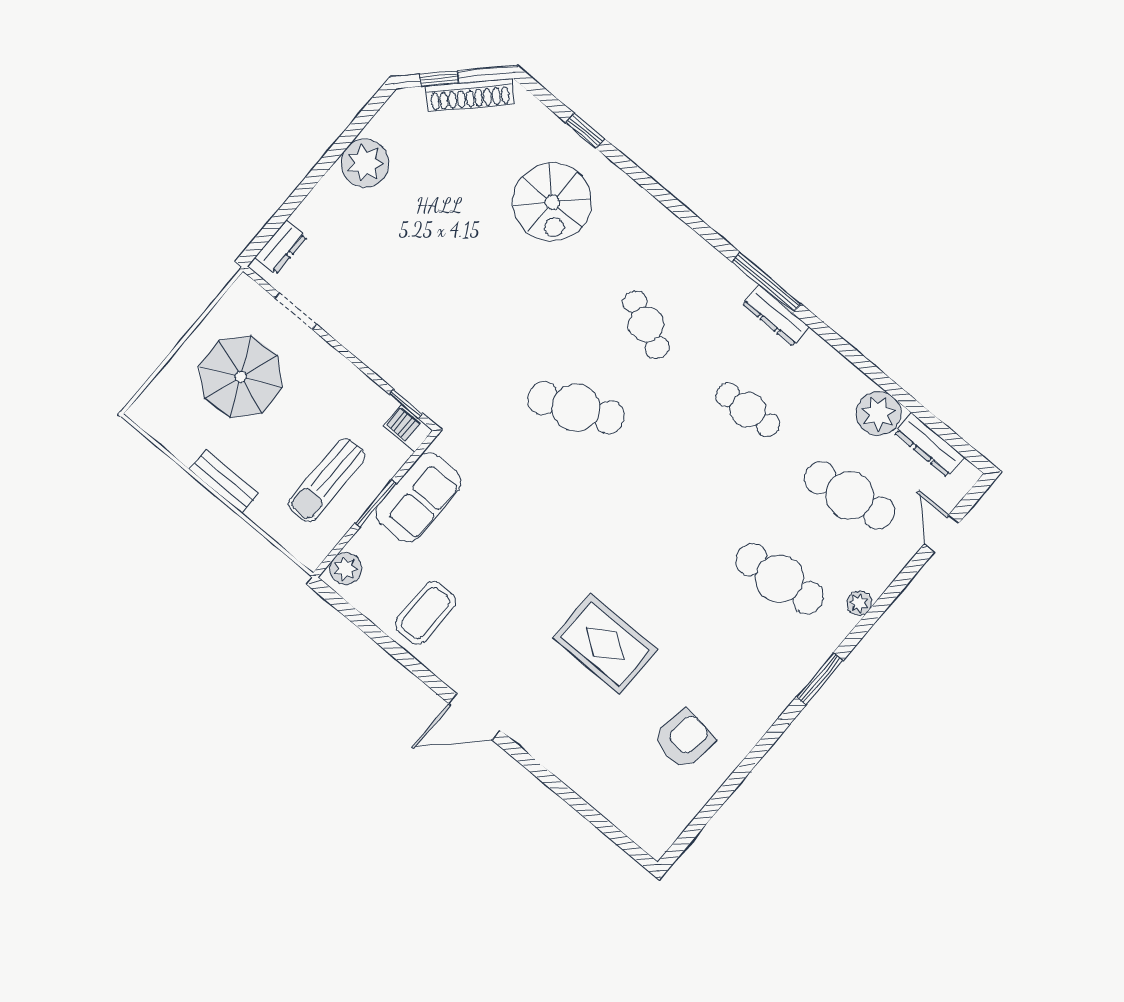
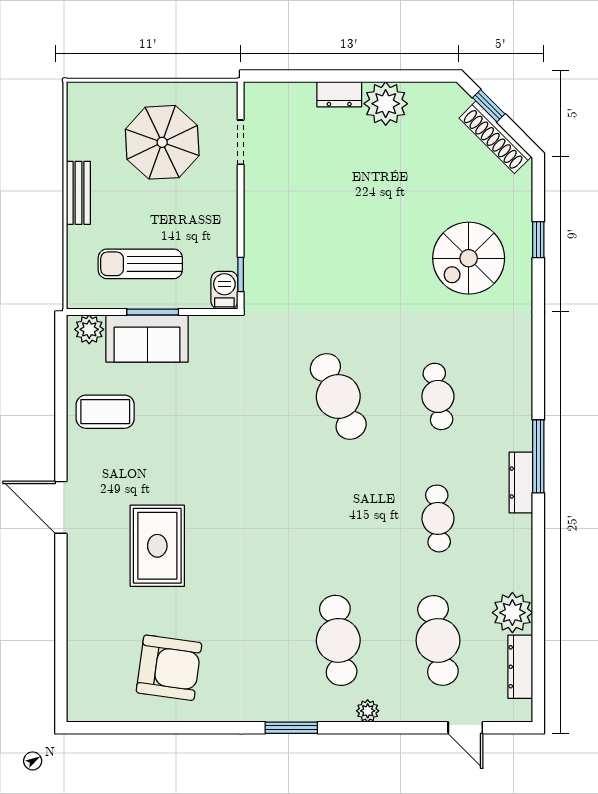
dresser: (281, 247) -> (339, 94), moved
cafe table: (646, 324) -> (438, 396), turned -33
sofa: (418, 497) -> (147, 339), moved
door: (942, 533) -> (465, 728), swing flipped
rug: (605, 644) -> (157, 546), moved
armchair: (684, 739) -> (169, 668), width x1.36, depth x1.36

